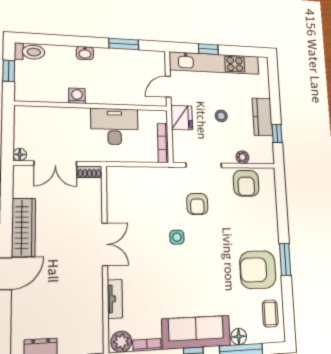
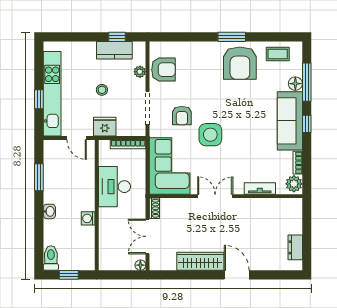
kitchen counter: (262, 117) -> (114, 50), moved
double door: (55, 163) -> (147, 236), swing flipped
corner sofa: (140, 190) -> (170, 166), added
armchair: (197, 204) -> (182, 116), turned 90
side table: (177, 237) -> (210, 135), width x1.87, depth x1.87

